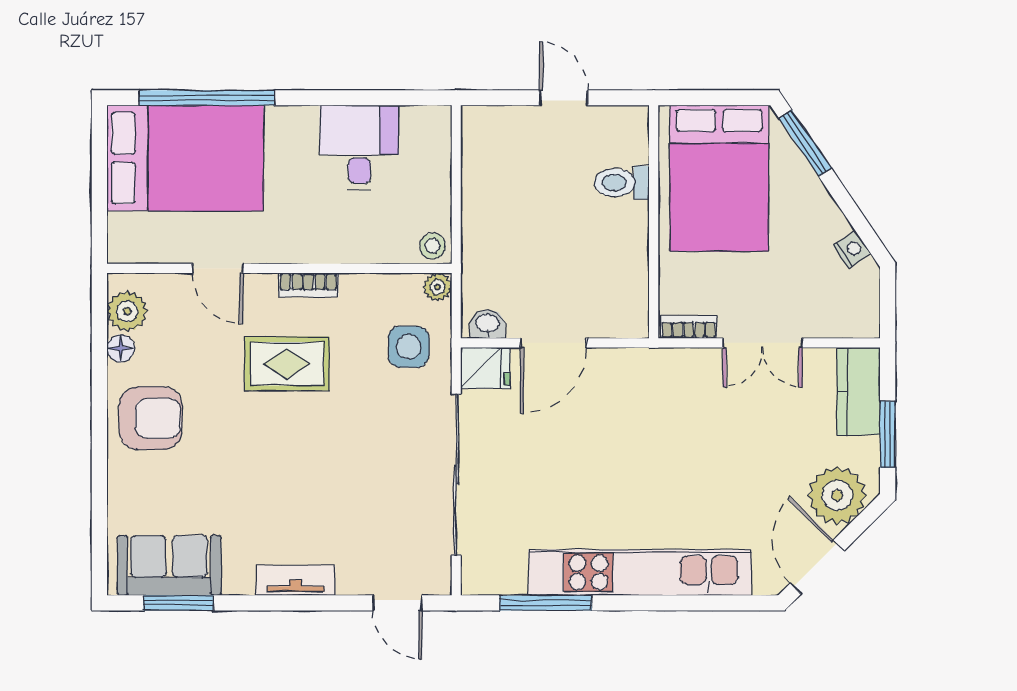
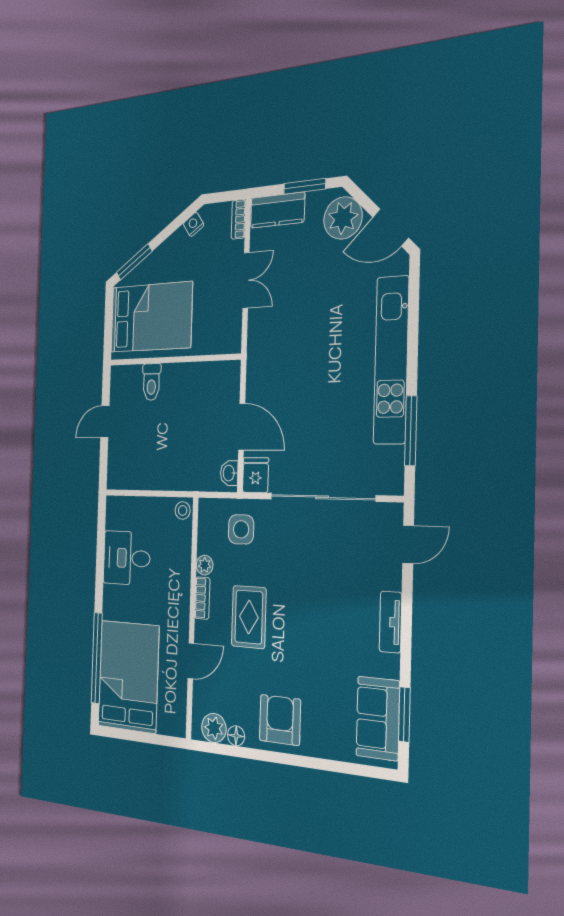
plant: (438, 287) -> (205, 565), moved
bookcase: (689, 327) -> (238, 219), moved

